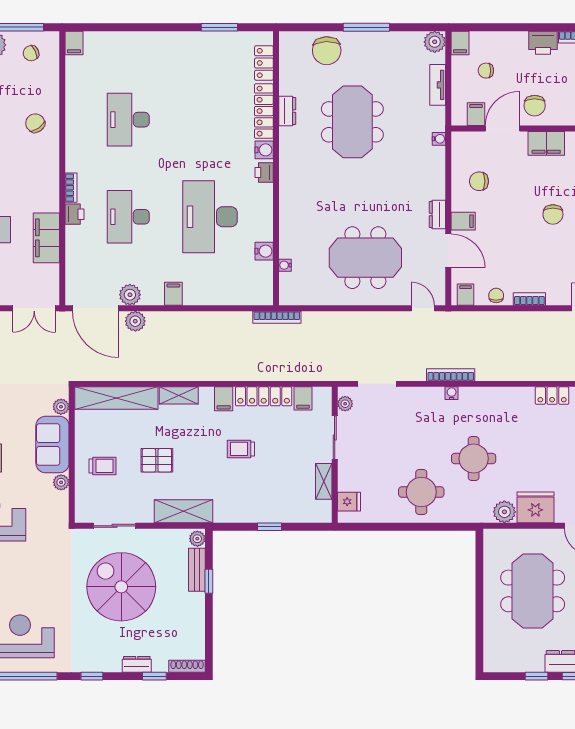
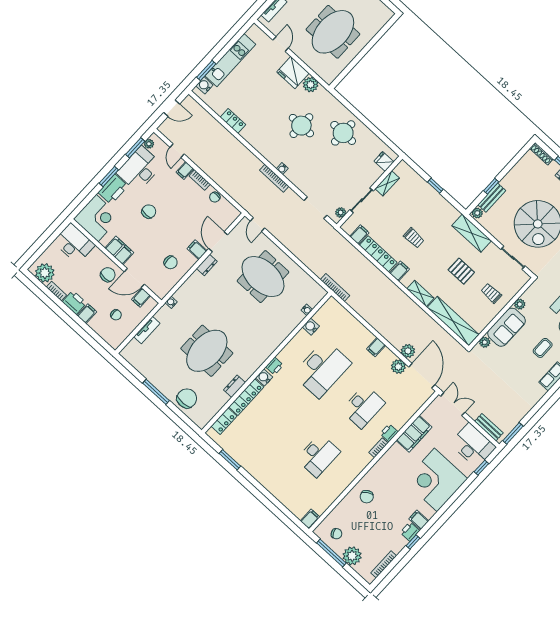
plant: (435, 42) -> (128, 353), removed
filing cabinet: (460, 43) -> (87, 314), moved
filing cabinet: (466, 295) -> (185, 170), moved

